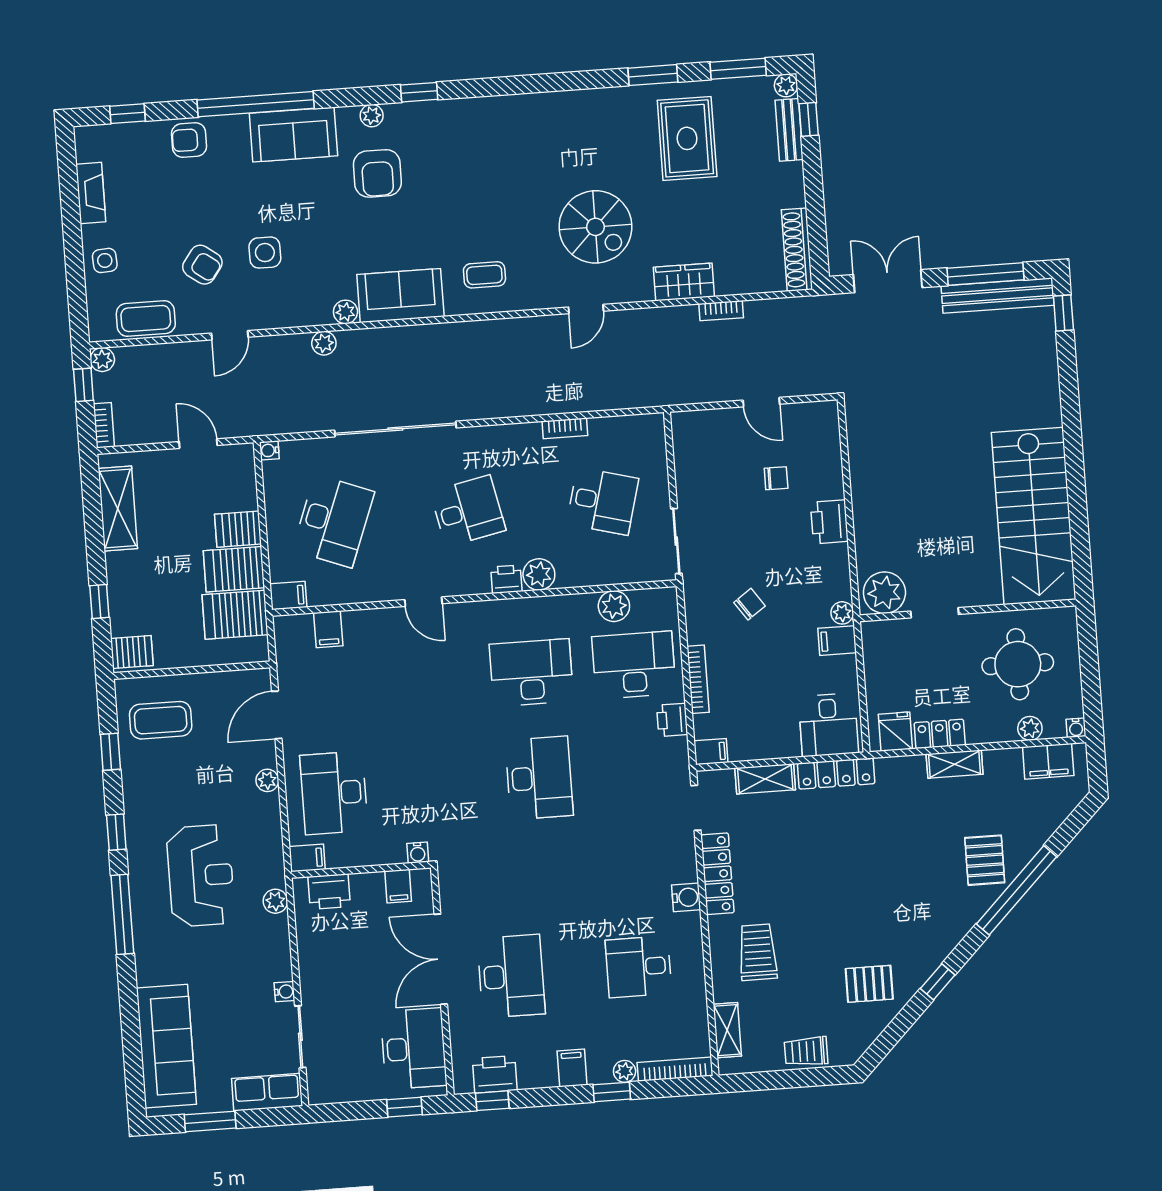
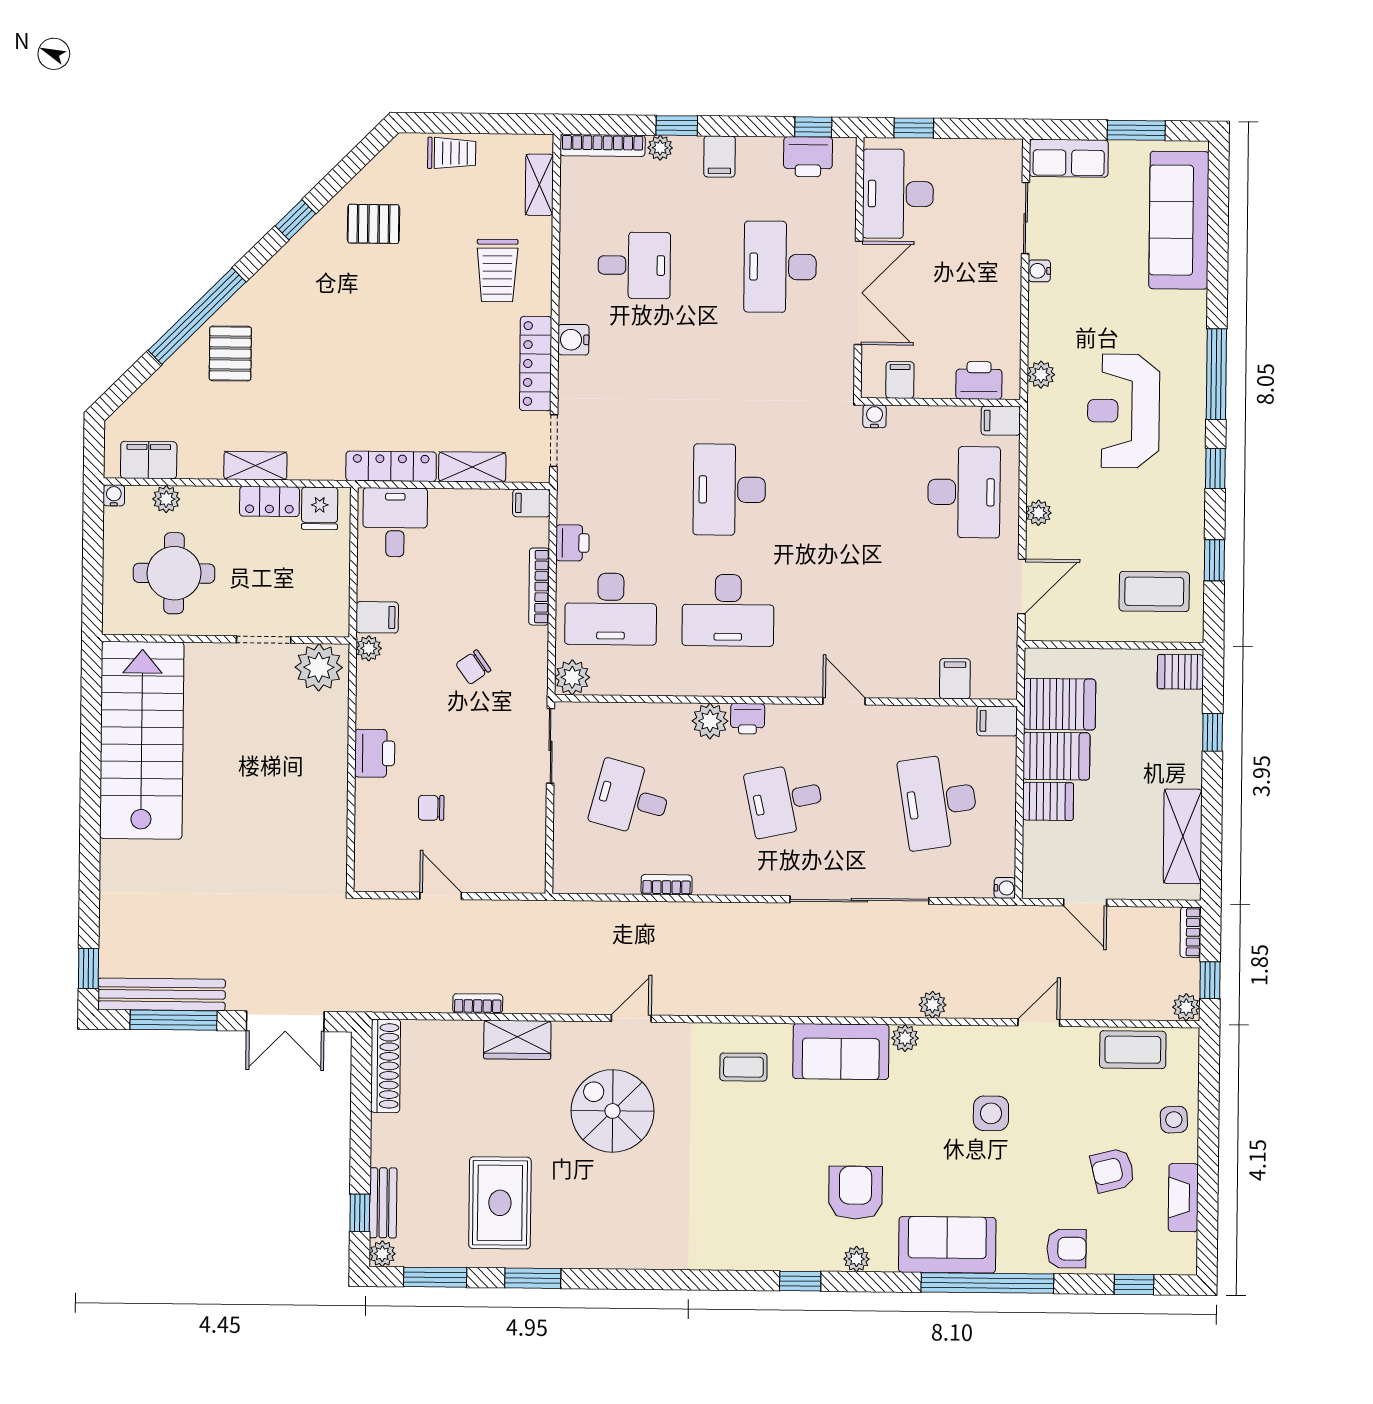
armchair: (202, 265) -> (1113, 1170), moved, turned -50
desk: (333, 521) -> (939, 802), turned -30
plant: (614, 606) -> (572, 677), moved

